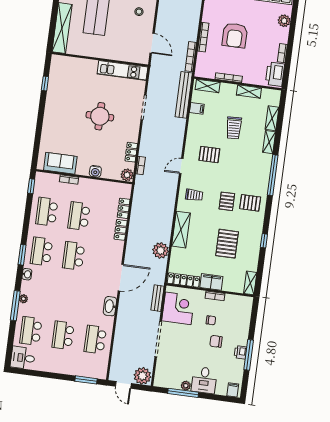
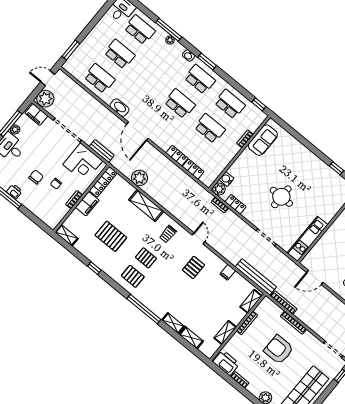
filing cabinet: (197, 108) -> (228, 272), moved
trolley: (234, 128) -> (203, 301), removed
water cooler: (95, 171) -> (226, 179), moved
pallet: (250, 203) -> (133, 276), turned 90
filing cabinet: (161, 375) -> (36, 115), added

